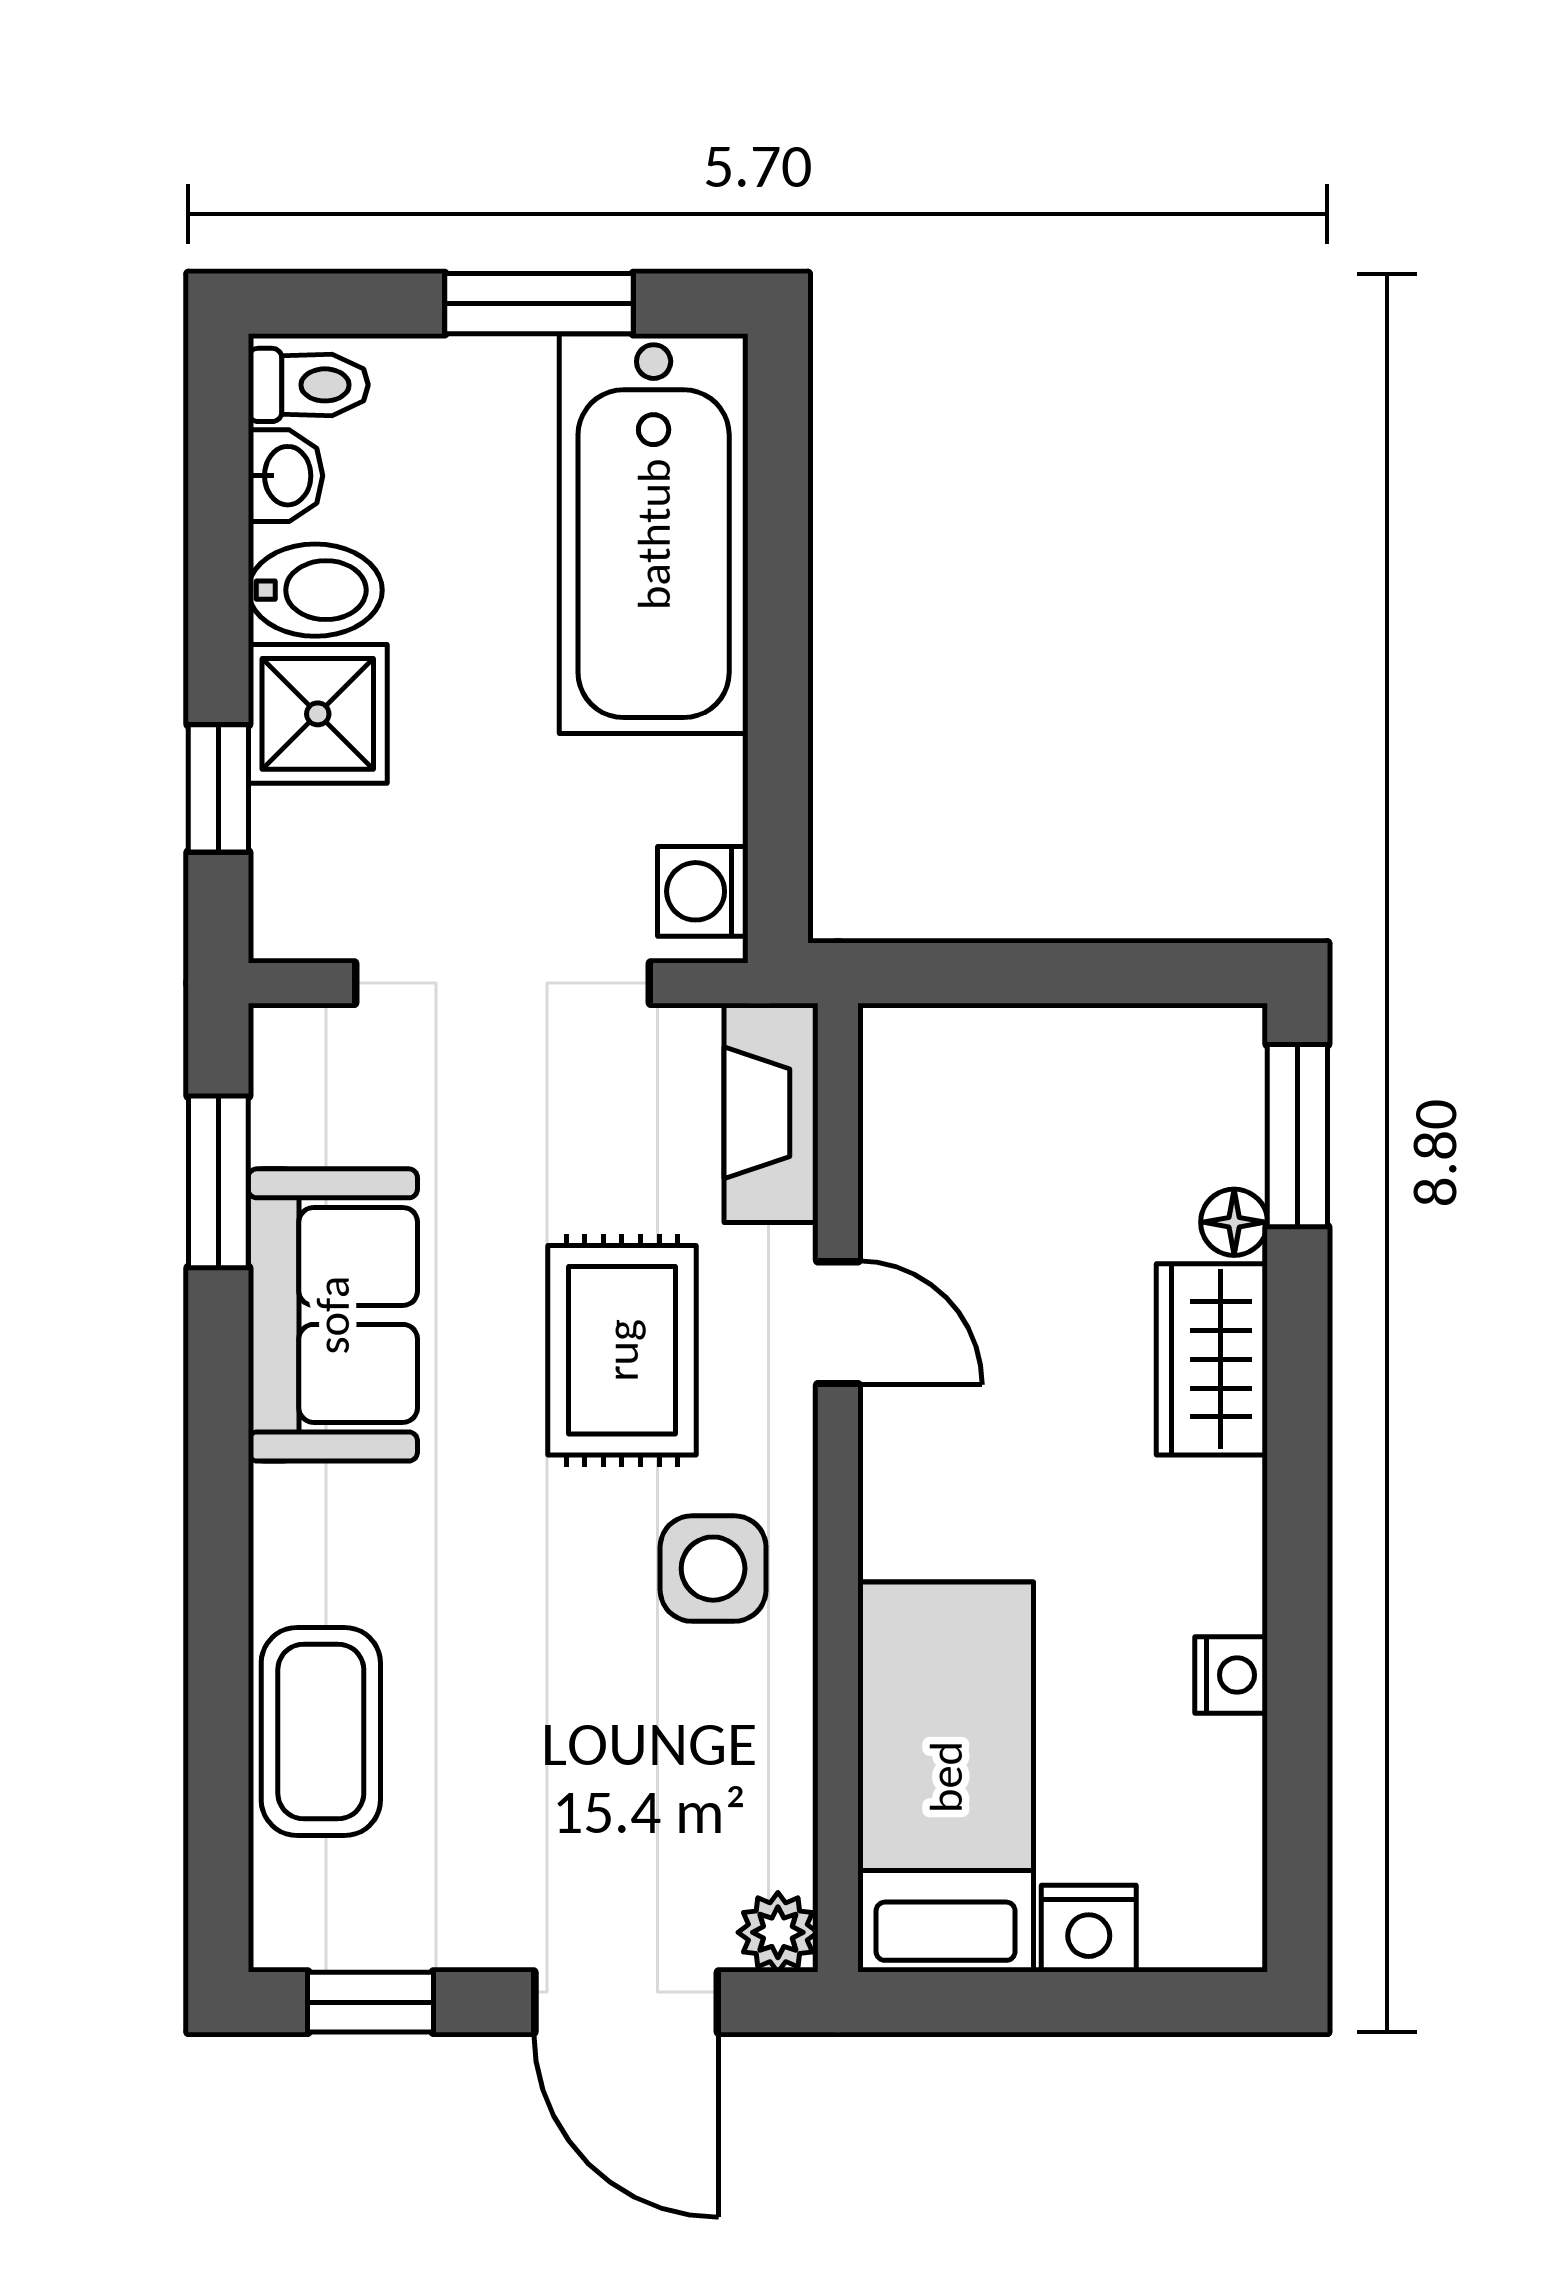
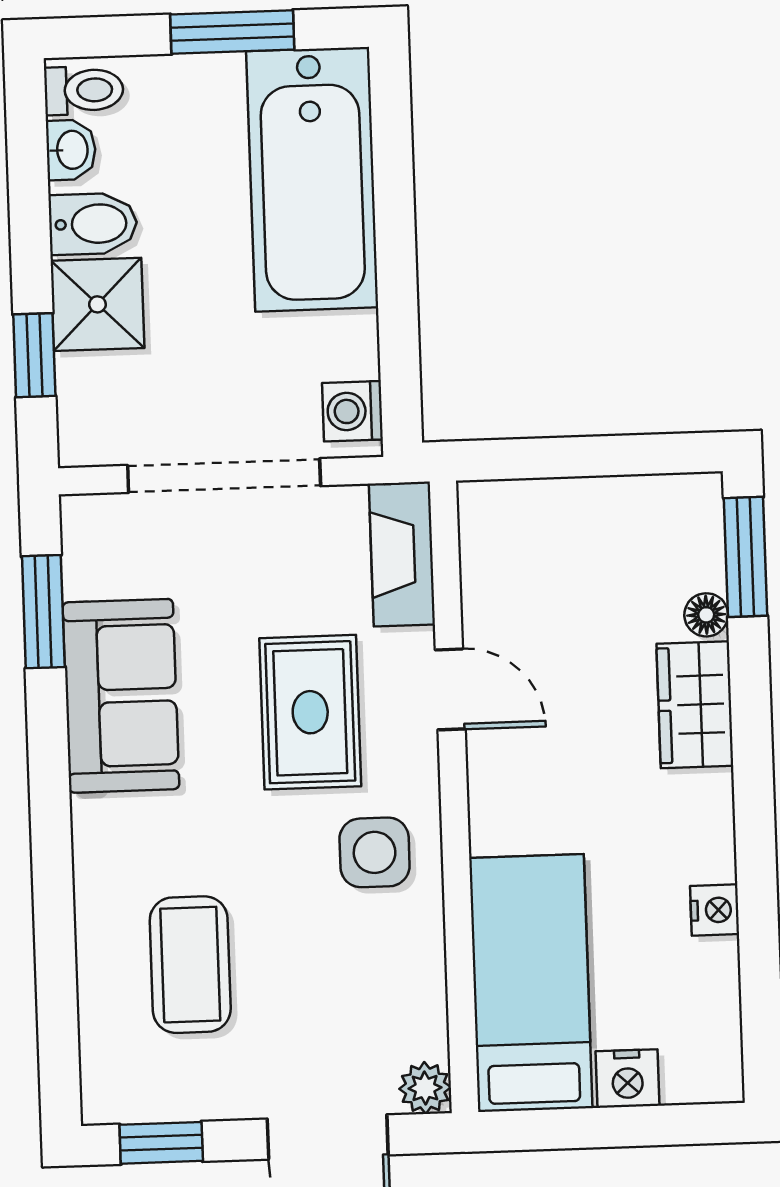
coffee table: (321, 1732) -> (190, 965), moved

